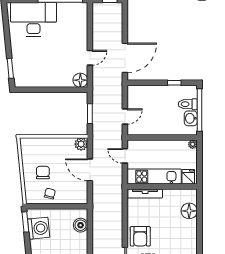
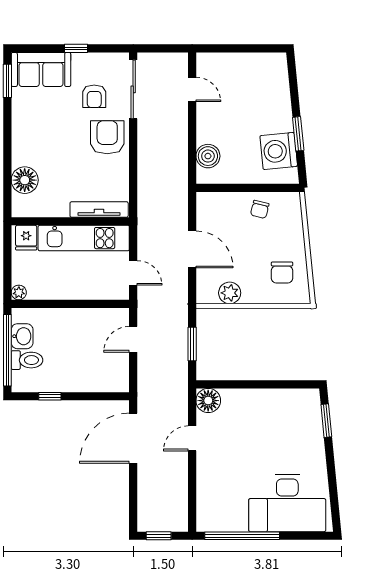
plant: (81, 144) -> (230, 293), moved
chair: (43, 173) -> (282, 272), moved
window: (25, 222) -> (298, 134), moved

